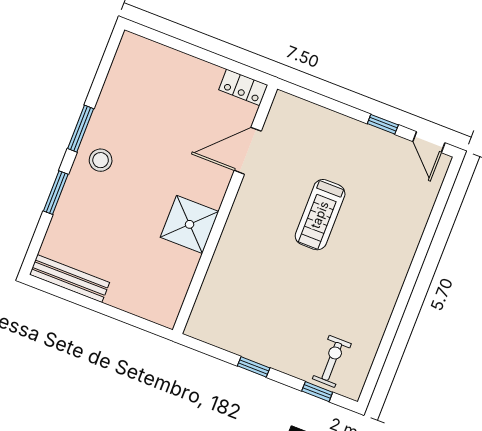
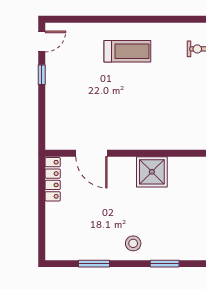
locker: (243, 87) -> (53, 179), width x1.53
window: (81, 129) -> (94, 264), moved
treadmill: (320, 215) -> (127, 51), moved

